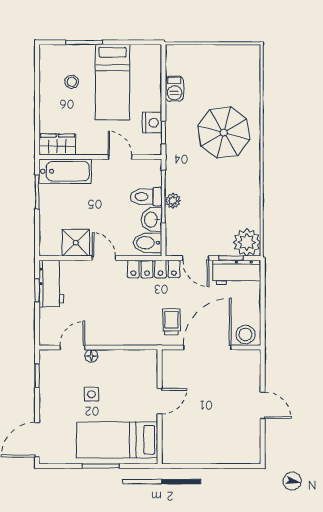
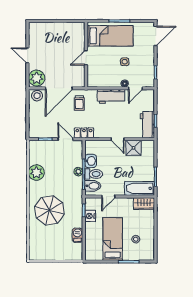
door: (120, 157) -> (108, 196), hinge flipped
plant: (247, 242) -> (36, 173), moved
bidet: (147, 243) -> (93, 186), moved
locker: (154, 269) -> (84, 133), width x0.66
workbench: (237, 272) -> (111, 96), moved, turned 180
plant: (246, 365) -> (37, 78), added

